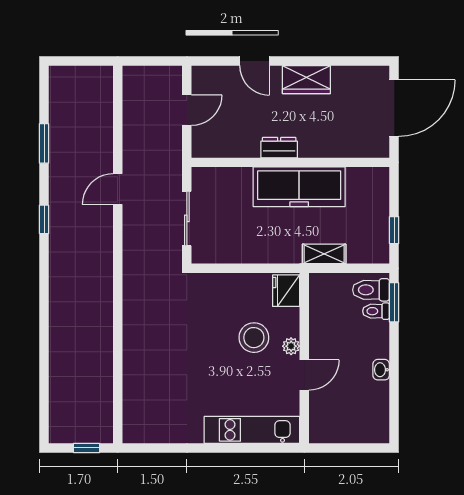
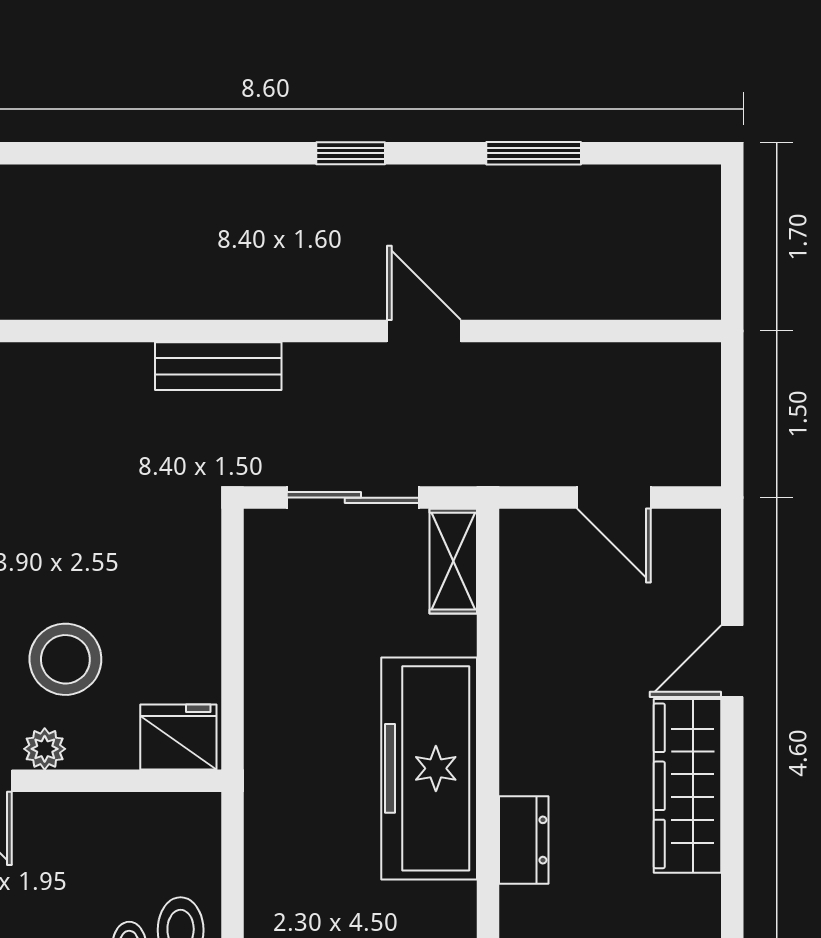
wardrobe: (306, 80) -> (688, 786), width x1.50
dresser: (279, 148) -> (524, 840), moved
shelving: (324, 254) -> (453, 561), moved
bench: (132, 274) -> (218, 366), added

